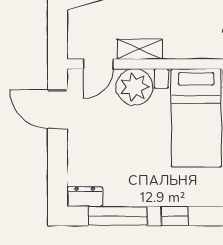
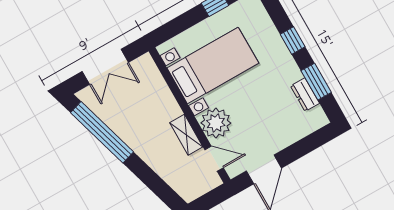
dresser: (85, 197) -> (305, 95), moved
window: (118, 216) -> (316, 82), width x0.69

